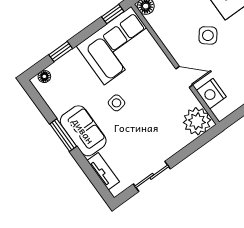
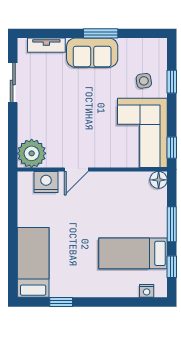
side table: (208, 35) -> (97, 214), removed
floor lamp: (44, 76) -> (161, 53), removed
side table: (116, 103) -> (144, 81), moved

